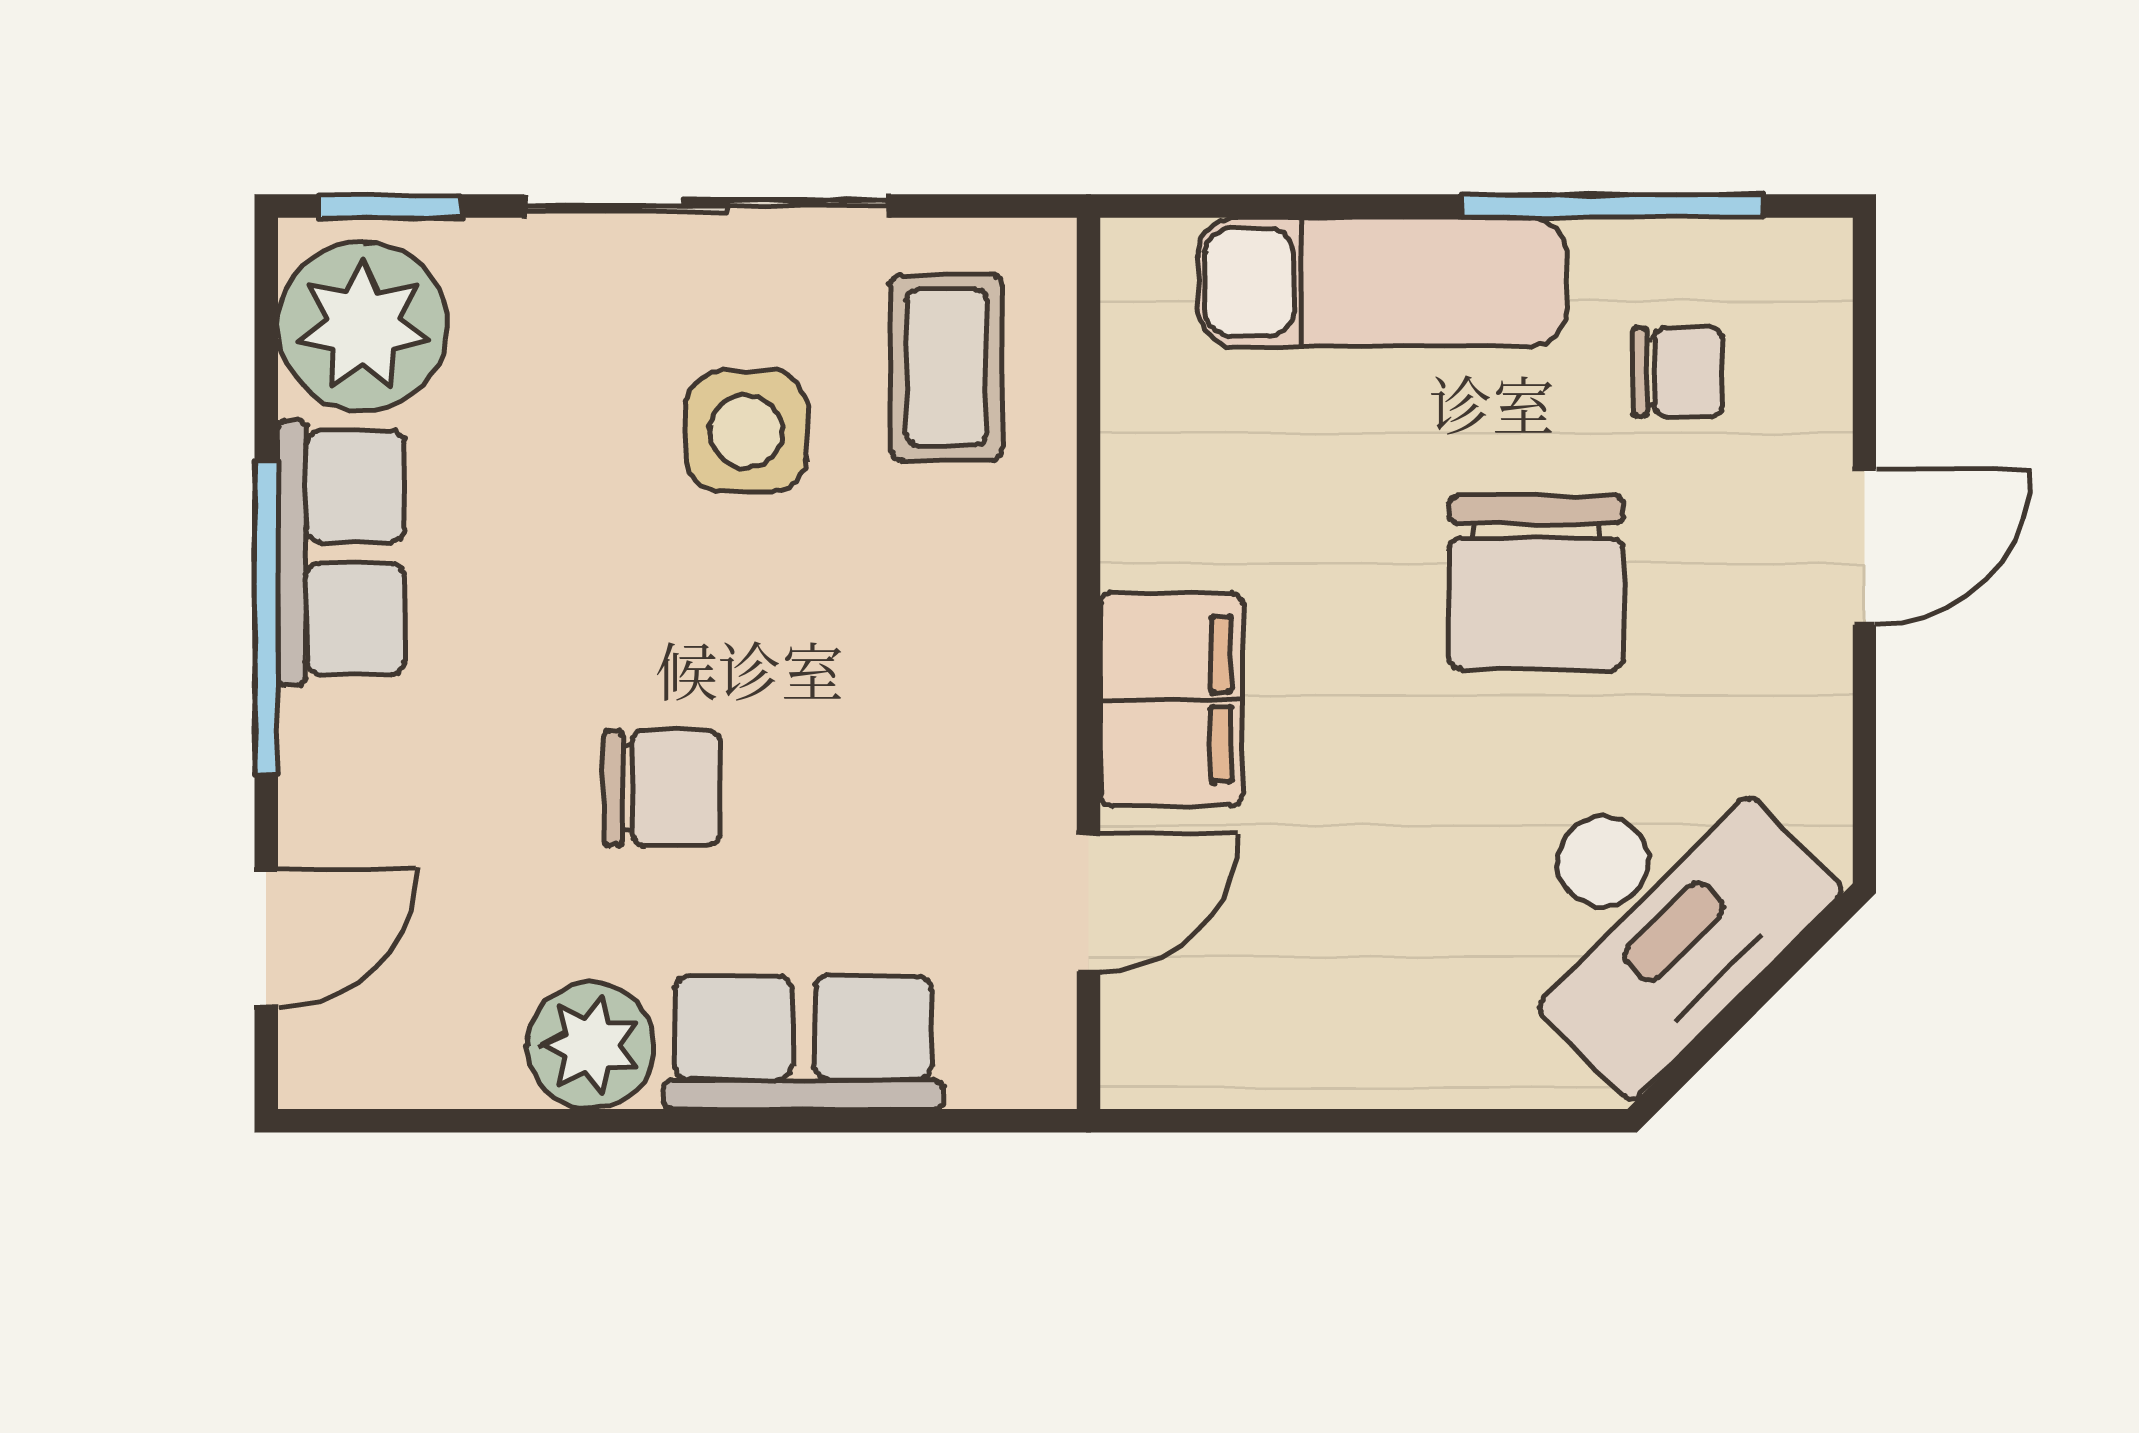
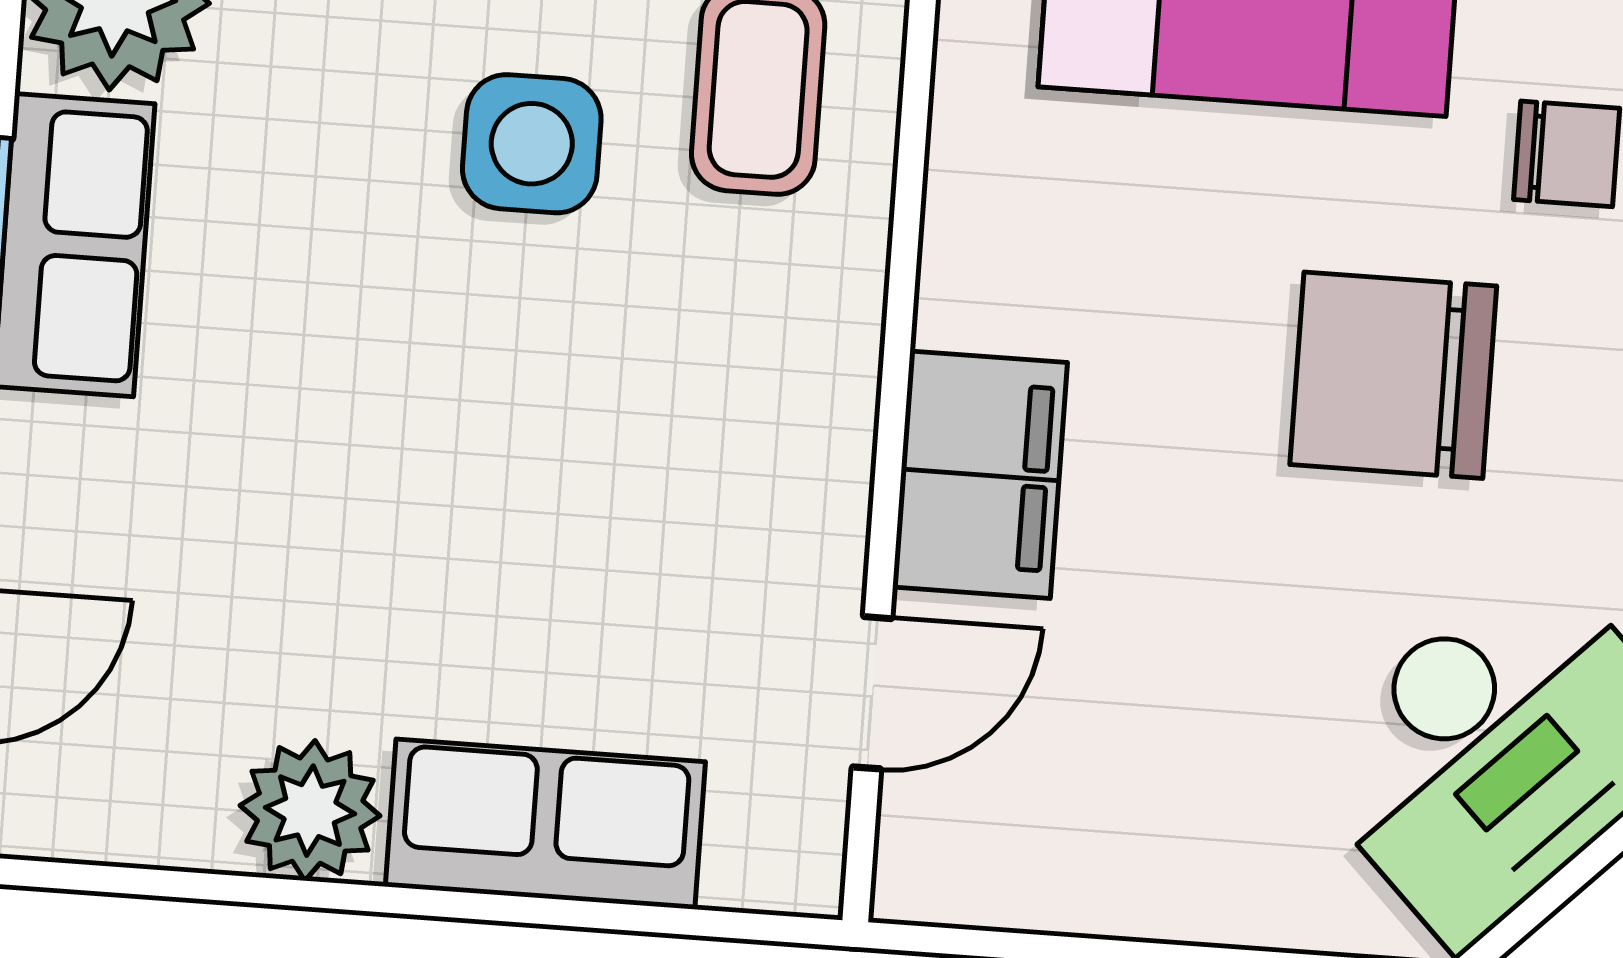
chair: (1536, 583) -> (1393, 375), turned 90
chair: (662, 788) -> (410, 532), removed

